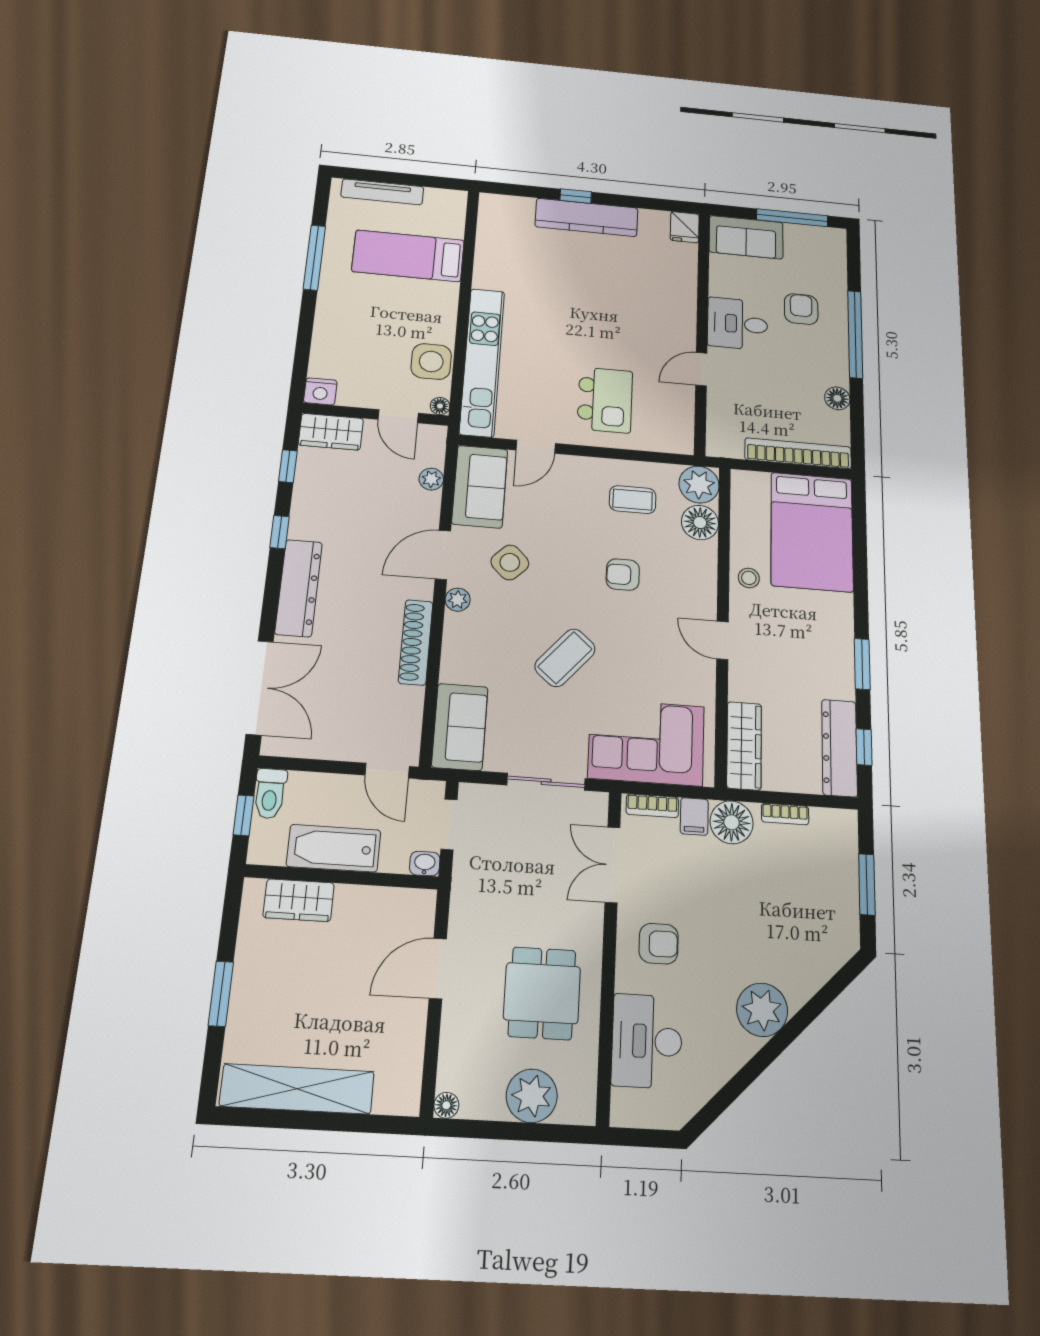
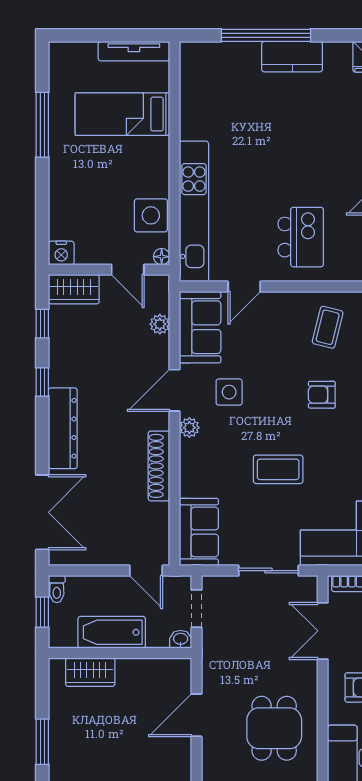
tv unit: (382, 192) -> (134, 51), moved
window: (576, 196) -> (266, 35), width x3.17
kitchen counter: (587, 217) -> (292, 57), width x0.67
coffee table: (633, 500) -> (328, 327), turned -76
side table: (510, 562) -> (229, 392), turned 45
coffee table: (565, 658) -> (278, 469), turned 49
toilet: (270, 794) -> (57, 589), width x0.73, depth x0.72

